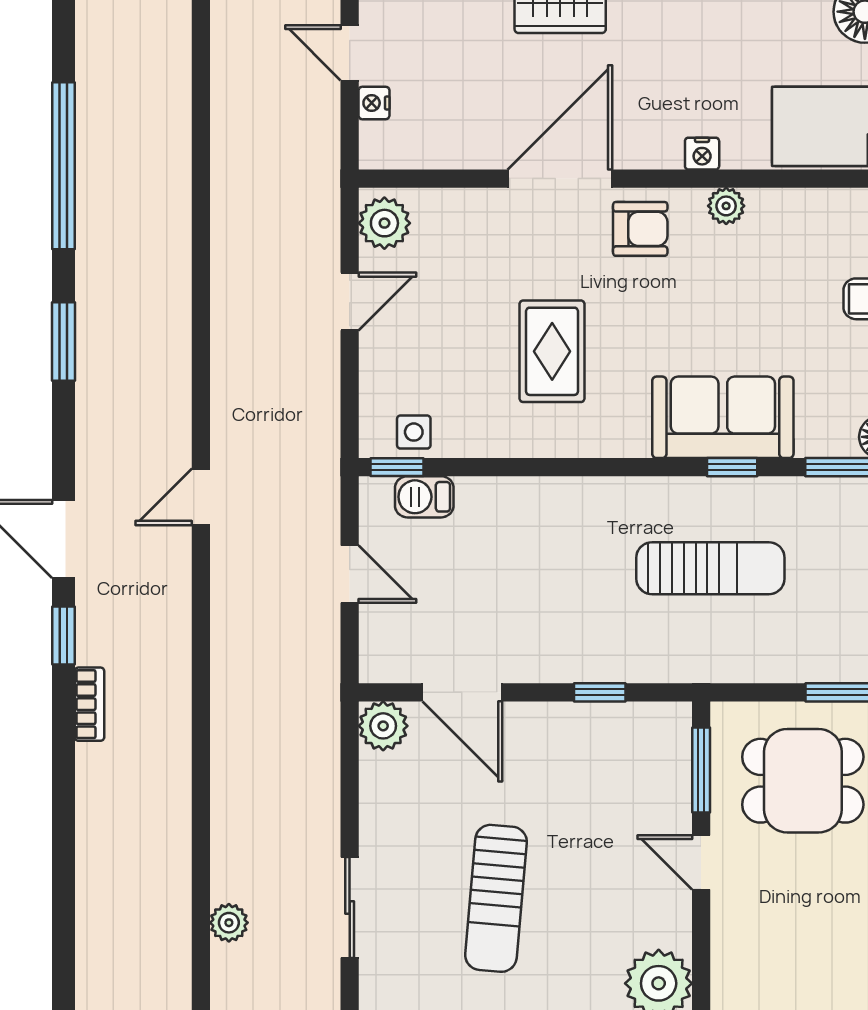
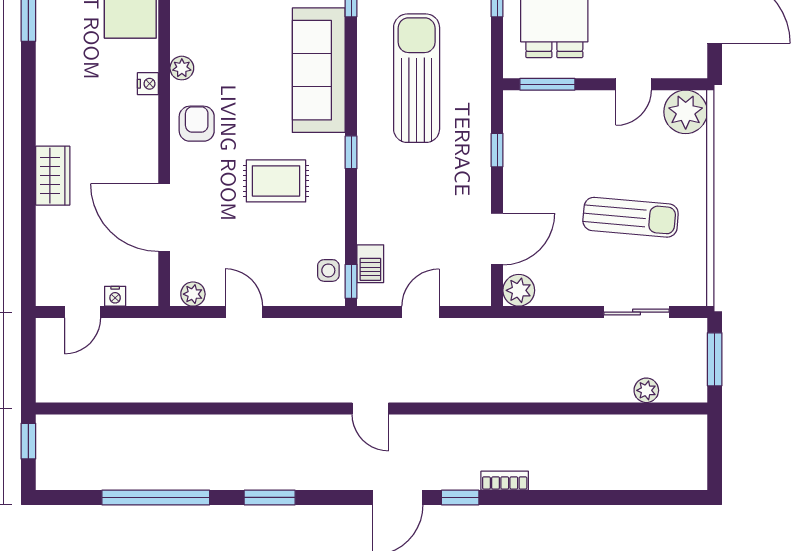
door: (560, 179) -> (164, 218), moved
plant: (384, 223) -> (193, 294), width x0.73, depth x0.73
sofa: (723, 417) -> (319, 70), width x1.36
window: (732, 467) -> (351, 152), moved
sun lounger: (710, 568) -> (417, 78), width x1.36, depth x1.34
door: (701, 862) -> (634, 84), moved

